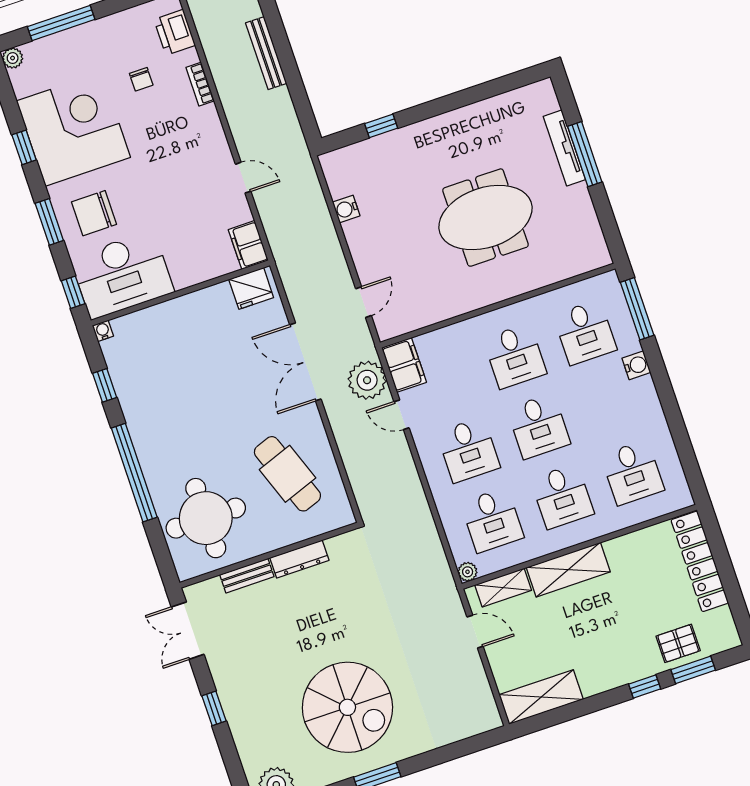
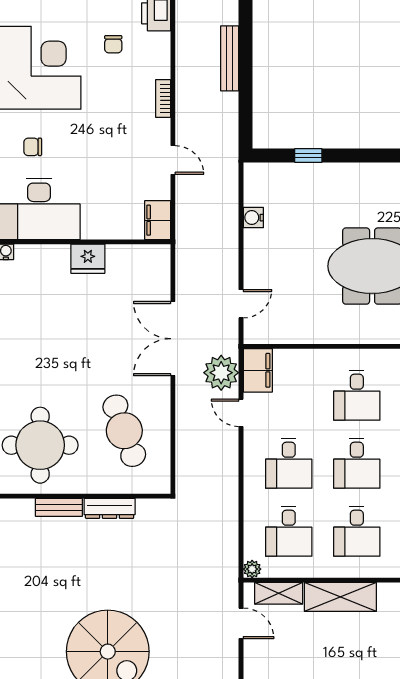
bookcase: (200, 84) -> (163, 98), moved
chair: (94, 213) -> (33, 147), width x0.54, depth x0.54
fridge: (251, 288) -> (88, 259), moved

